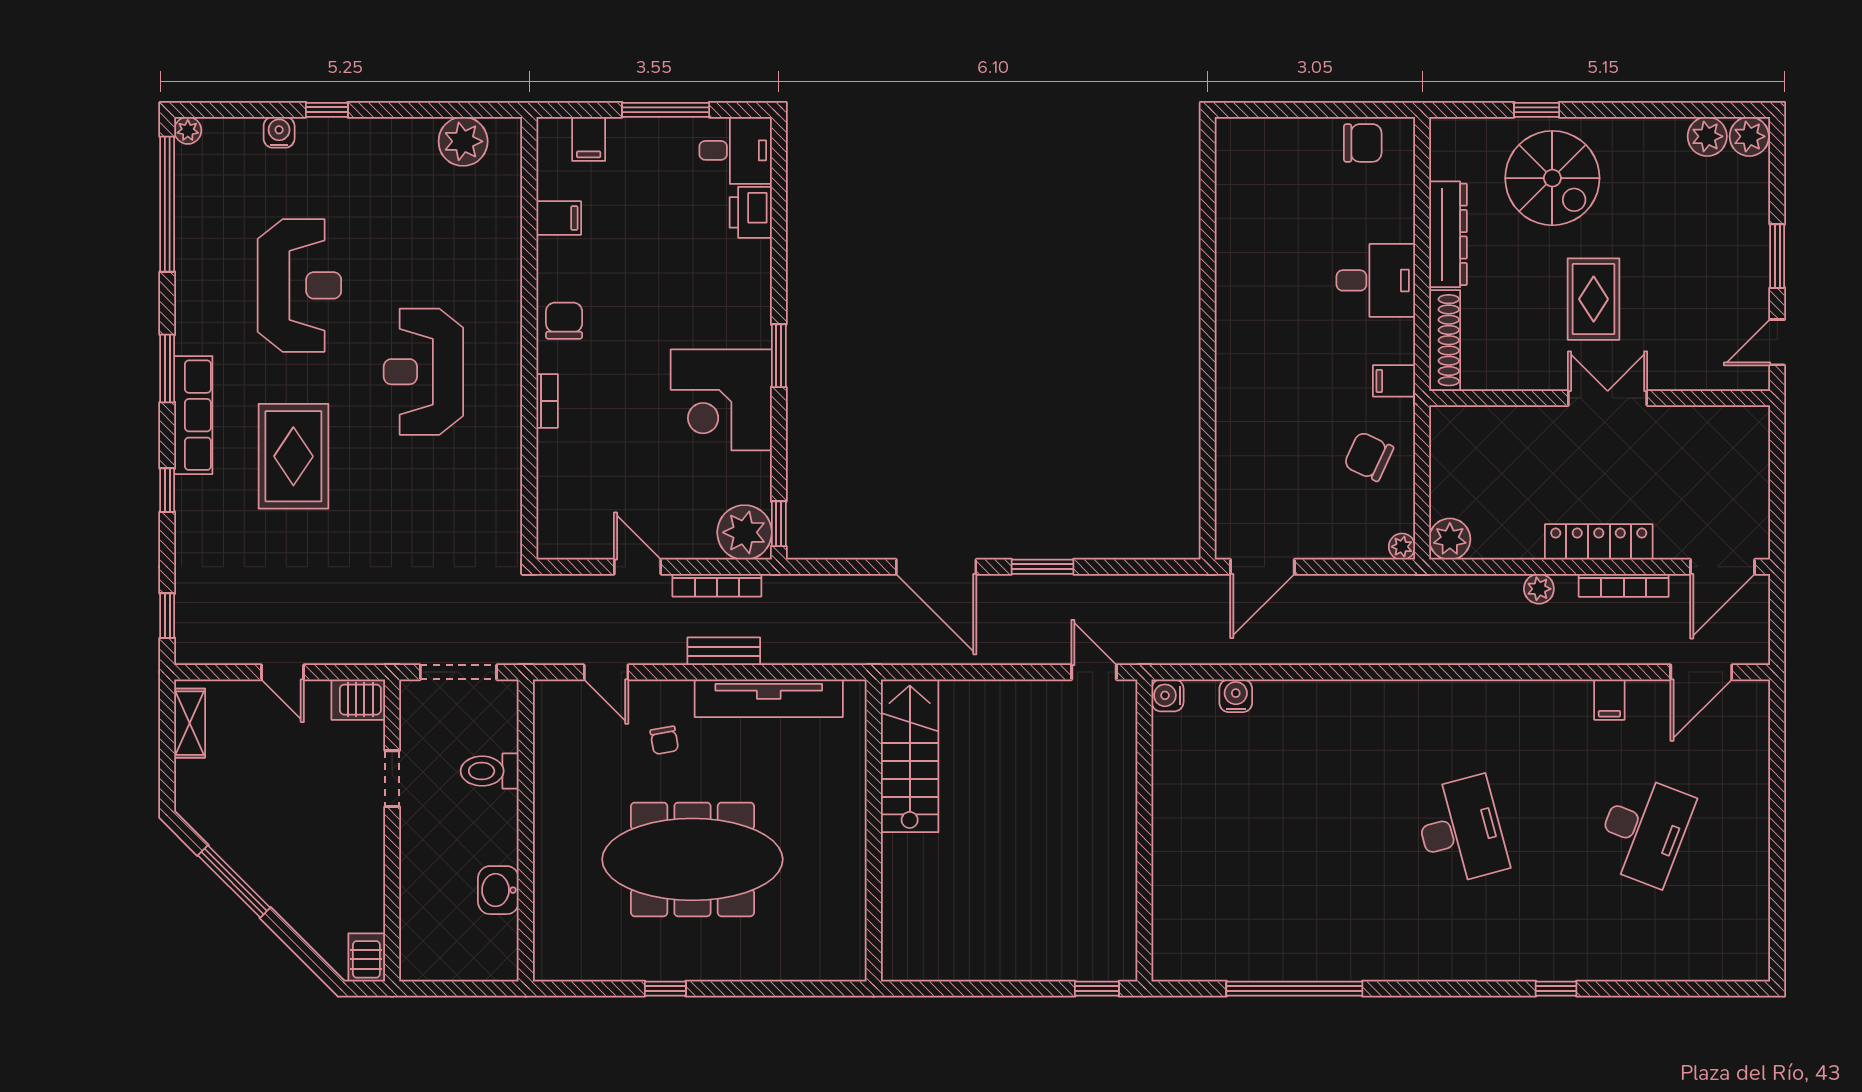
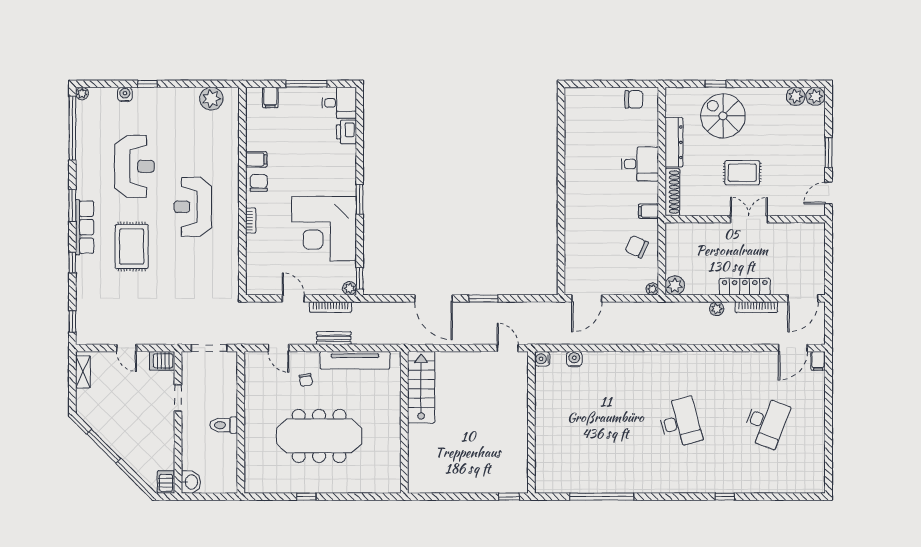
spiral stairs: (1552, 178) -> (723, 116), turned 180
filing cabinet: (559, 218) -> (256, 159), moved
rug: (1594, 299) -> (742, 173), turned 90
corner desk: (721, 400) -> (324, 229), width x1.36, depth x1.36
plant: (745, 532) -> (349, 288), width x0.53, depth x0.53
filing cabinet: (1609, 700) -> (818, 361), moved
toilet: (490, 771) -> (224, 425), moved
washbasin: (498, 890) -> (191, 482), moved, turned 180

